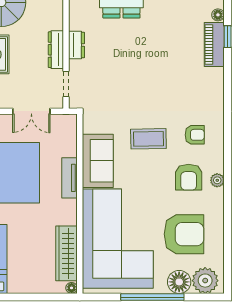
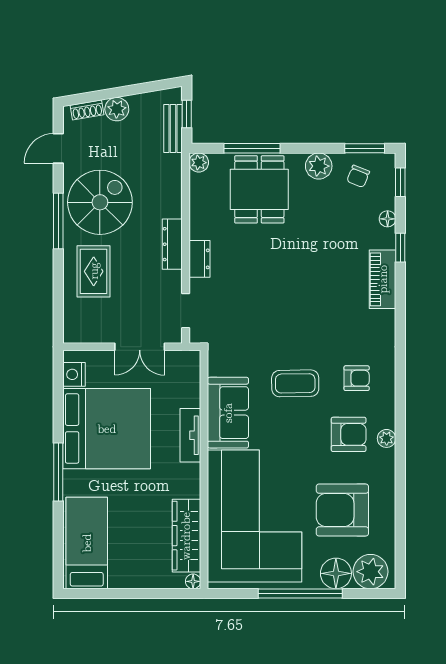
piano: (214, 44) -> (383, 279), moved
dresser: (56, 50) -> (172, 244), moved
armchair: (189, 177) -> (349, 434), turned -90
armchair: (184, 234) -> (342, 510), turned 180

